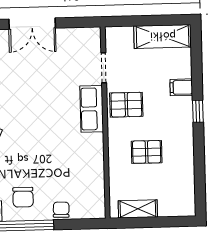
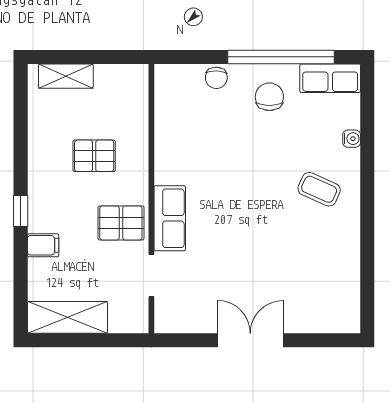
shelving: (138, 209) -> (66, 76), moved

